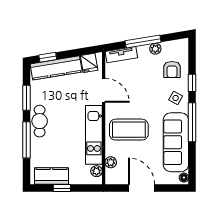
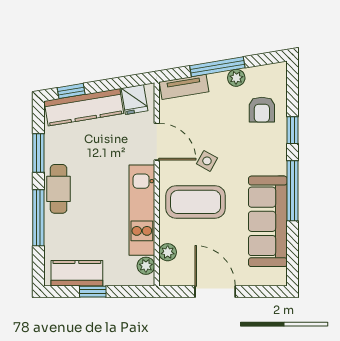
side table: (176, 98) -> (207, 161), moved
floor lamp: (184, 178) -> (280, 276), removed

